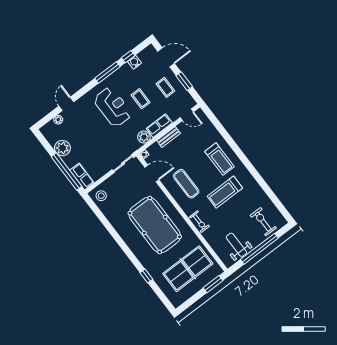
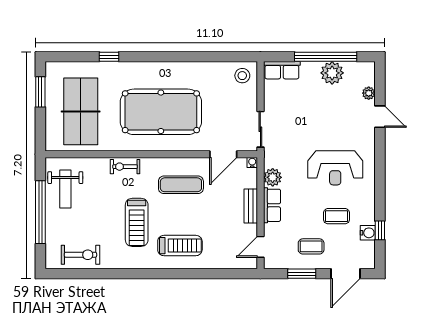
window: (107, 72) -> (380, 192), removed
coffee table: (141, 99) -> (337, 216), moved
treadmill: (219, 159) -> (180, 246), turned 180
window: (66, 171) -> (326, 57), moved
treadmill: (225, 192) -> (137, 222), turned 180
exercise bike: (263, 222) -> (80, 255), moved
weight bench: (236, 245) -> (65, 189), turned 90
window: (213, 284) -> (40, 92), moved

